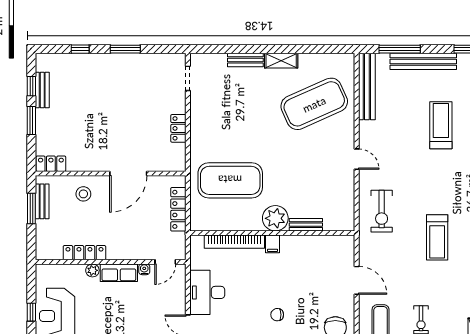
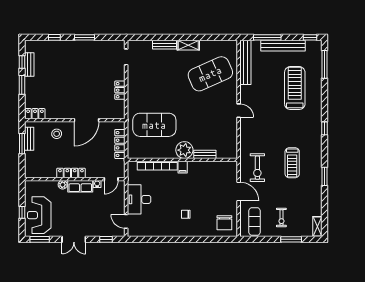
treadmill: (441, 125) -> (295, 88), width x1.37, depth x1.38
exercise bike: (382, 211) -> (257, 168), moved
locker: (84, 253) -> (71, 173), moved

